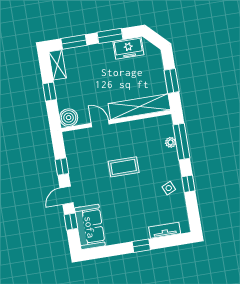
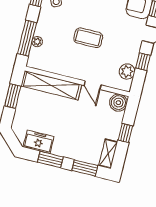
plant: (73, 151) -> (127, 71), added

